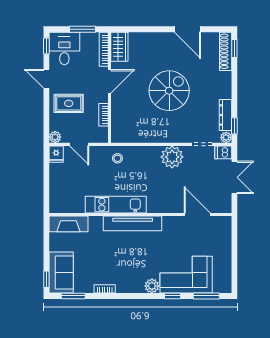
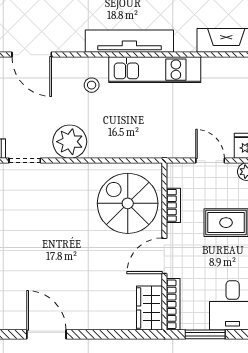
spiral stairs: (169, 91) -> (128, 203), moved, turned 90
stool: (117, 158) -> (92, 85), moved

